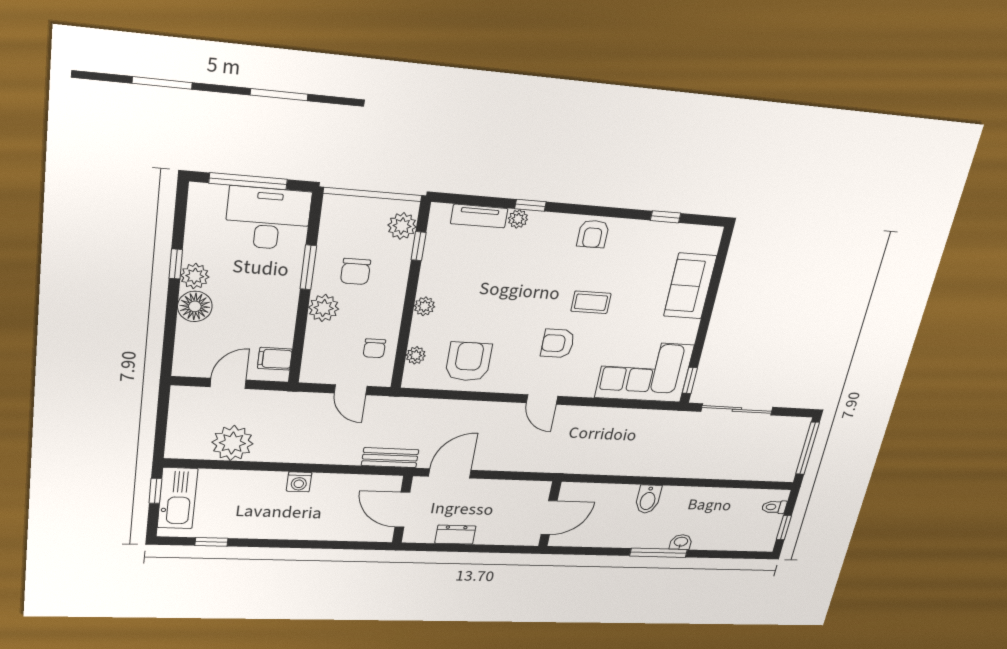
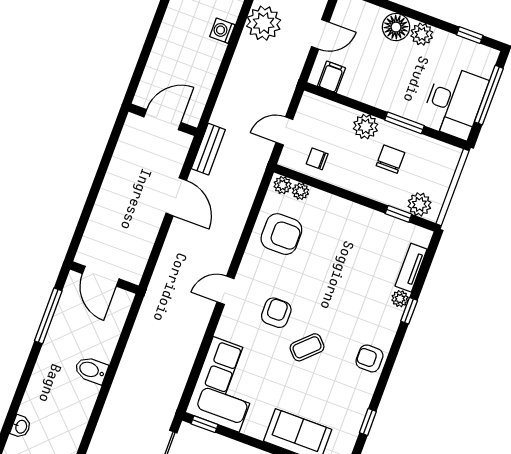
window: (176, 264) -> (470, 35), moved
chair: (356, 271) -> (390, 159), turned 90
coffee table: (591, 302) -> (307, 347), turned 46
plant: (424, 306) -> (283, 185), moved
door: (228, 383) -> (320, 34), hinge flipped
washing machine: (299, 482) -> (222, 31), moved
door: (402, 510) -> (162, 120), moved
wall: (402, 510) -> (163, 120), moved
dresser: (455, 535) -> (110, 189), removed
washbasin: (681, 542) -> (21, 427), moved
window: (659, 553) -> (48, 316), moved

